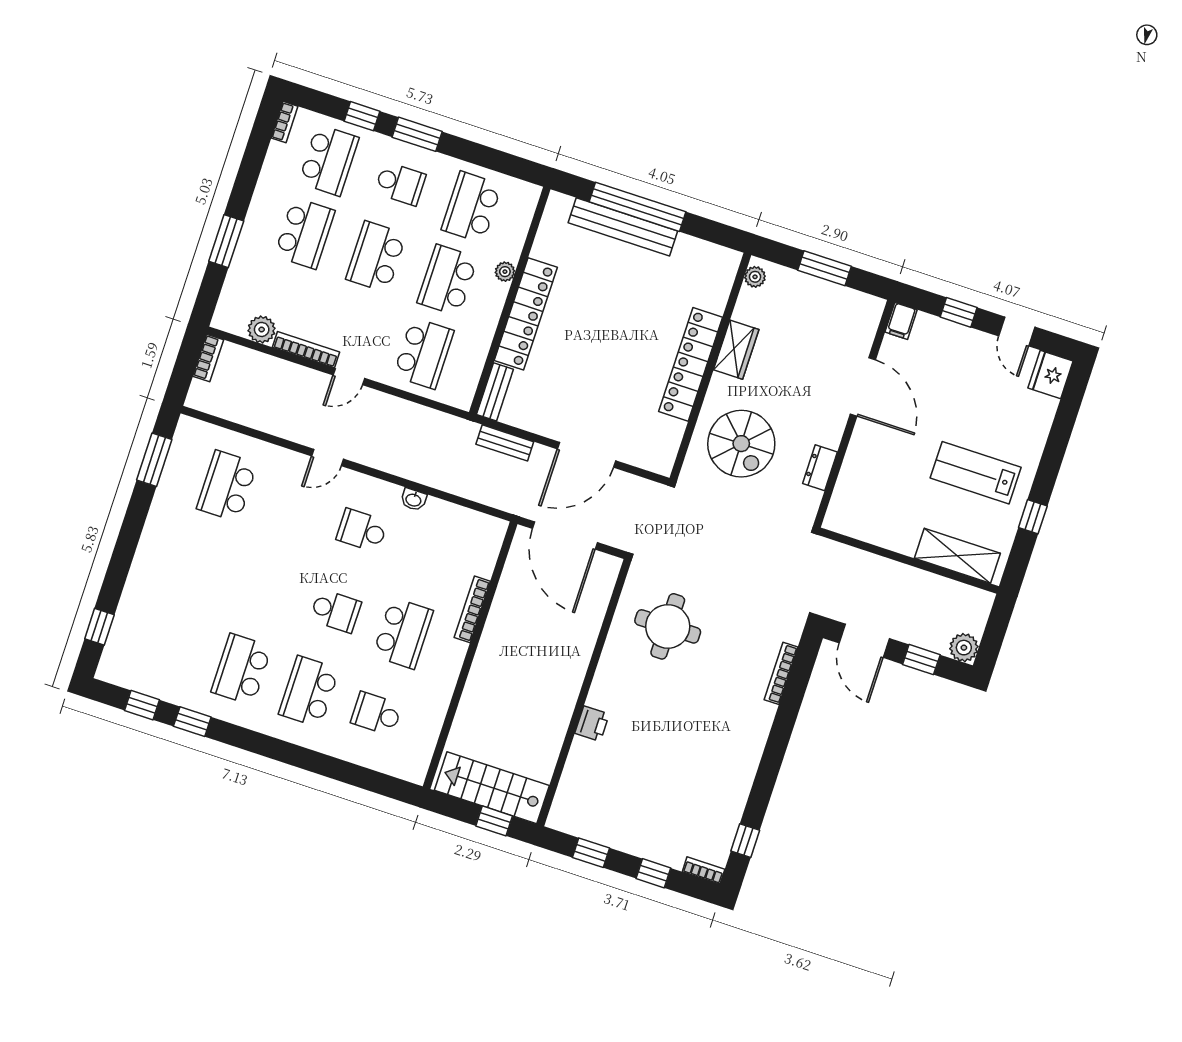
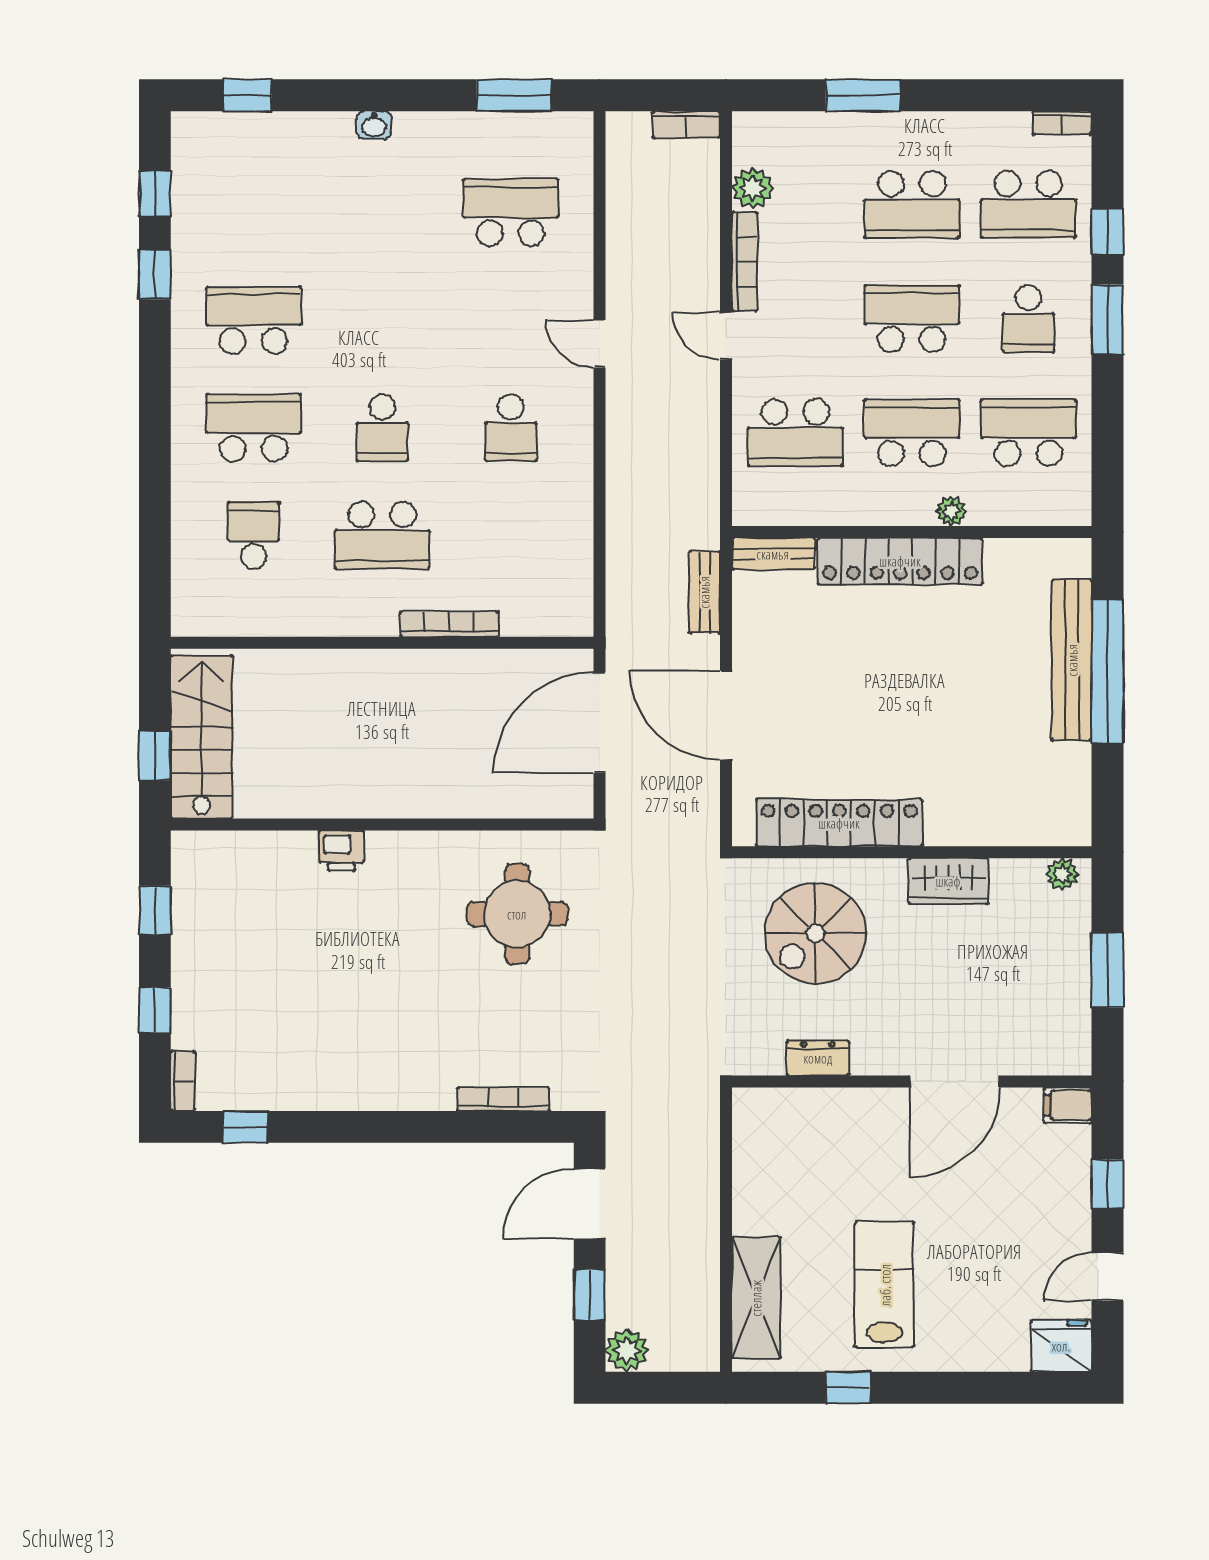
locker: (691, 364) -> (839, 823), moved
washbasin: (414, 500) -> (374, 125), moved, turned -90
school desk: (362, 530) -> (511, 428), turned 180

